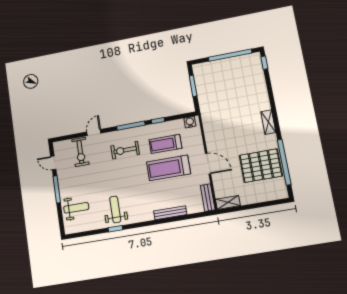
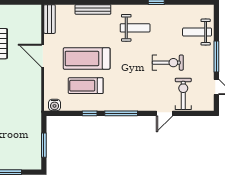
treadmill: (165, 144) -> (86, 86), turned 180
exercise bike: (125, 150) -> (168, 63), moved
treadmill: (169, 168) -> (87, 59), turned 180
shelving: (228, 202) -> (29, 10), removed
weight bench: (115, 209) -> (135, 28), moved, turned -90

